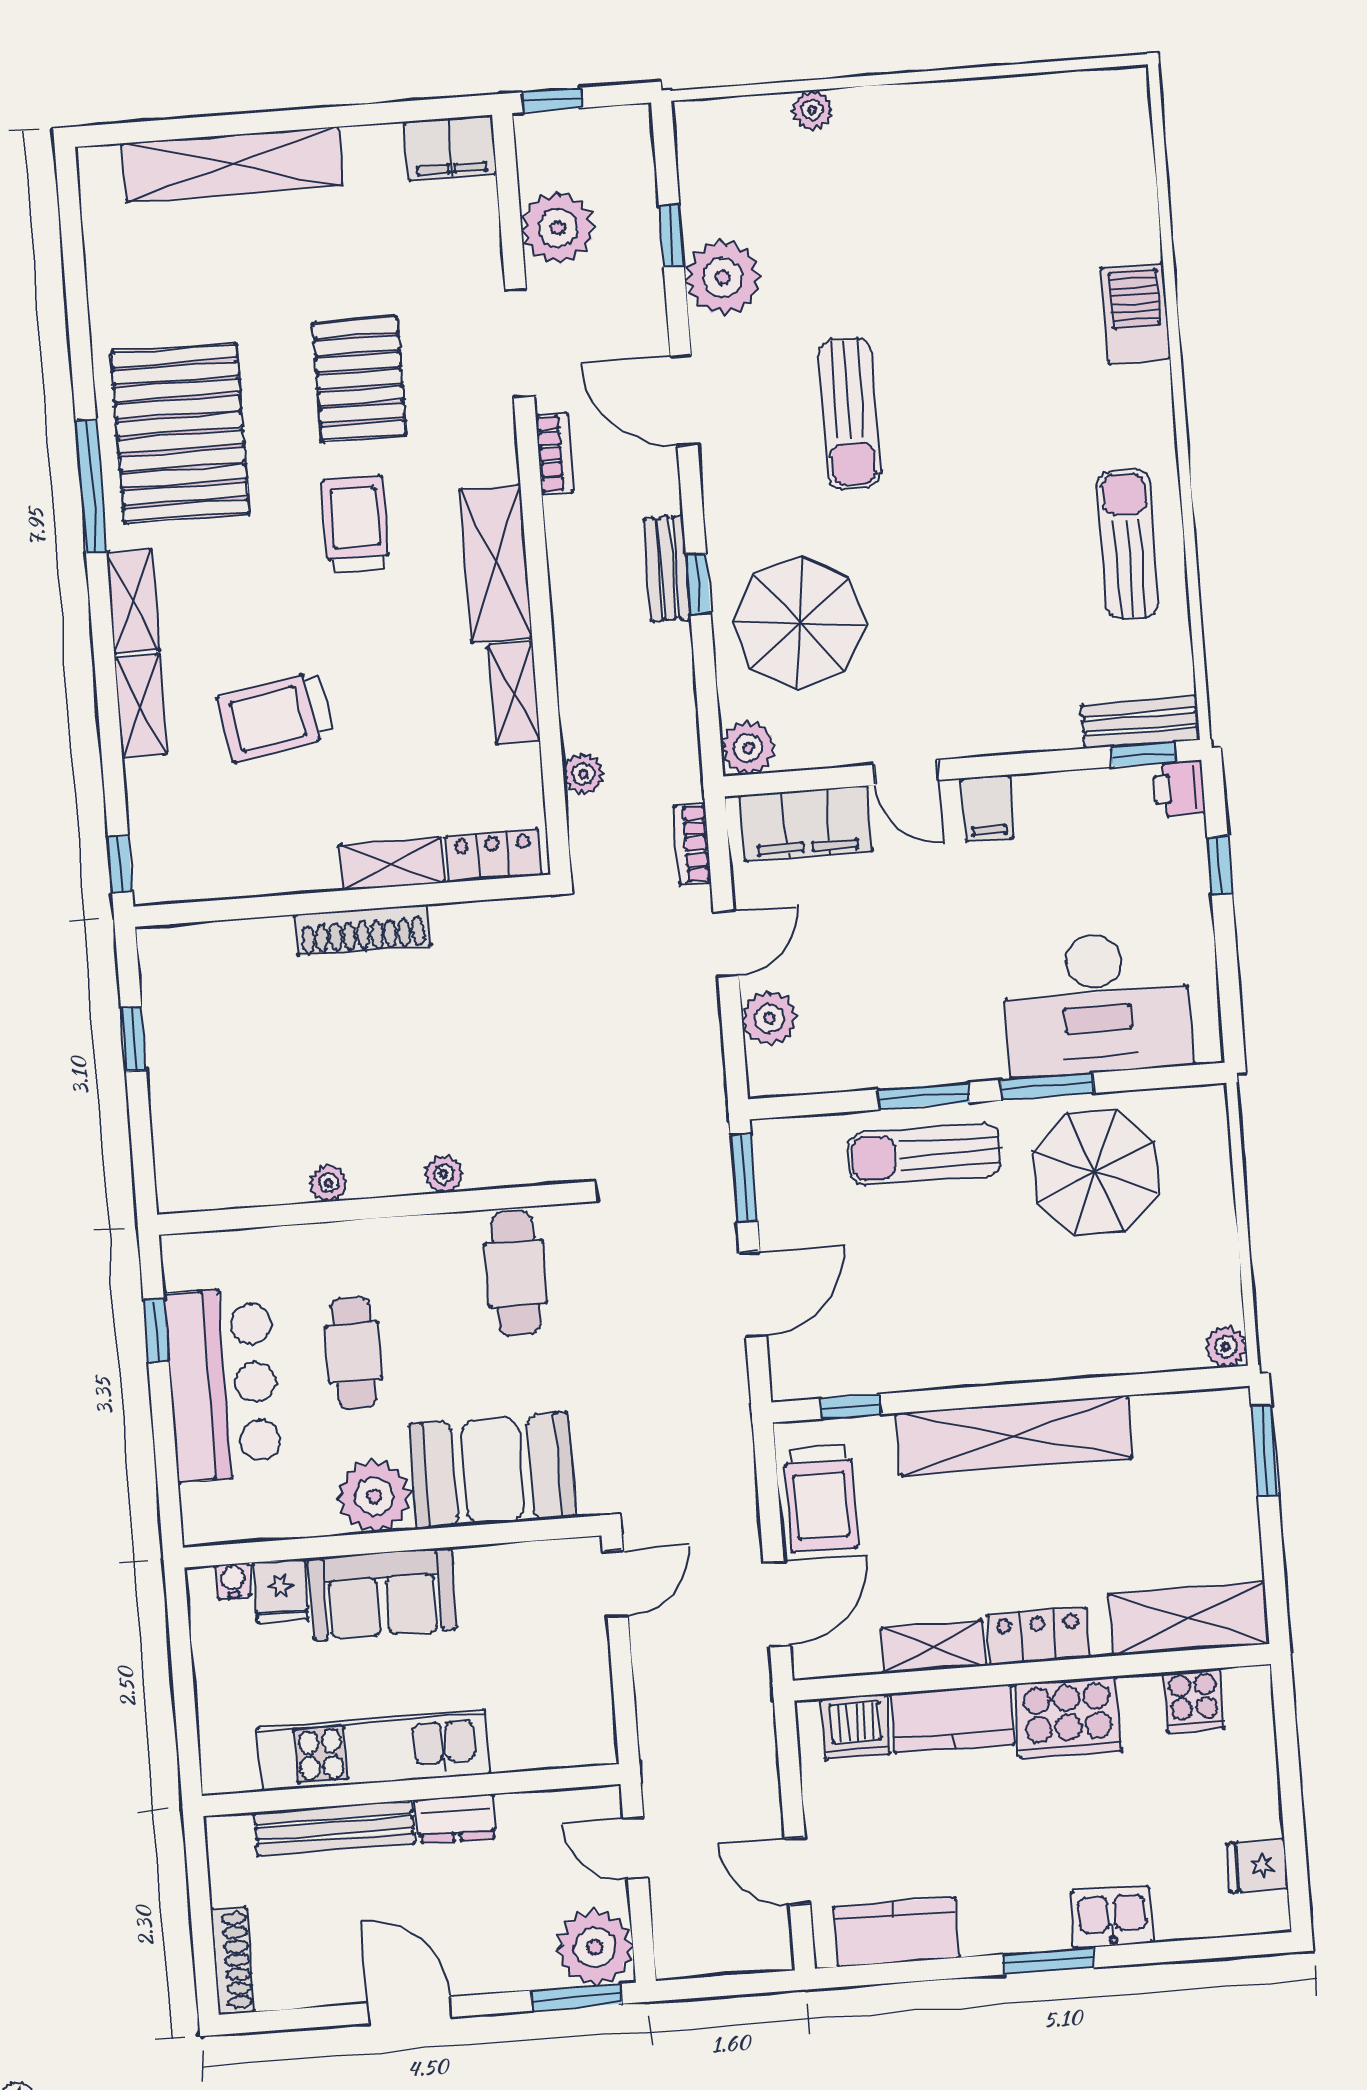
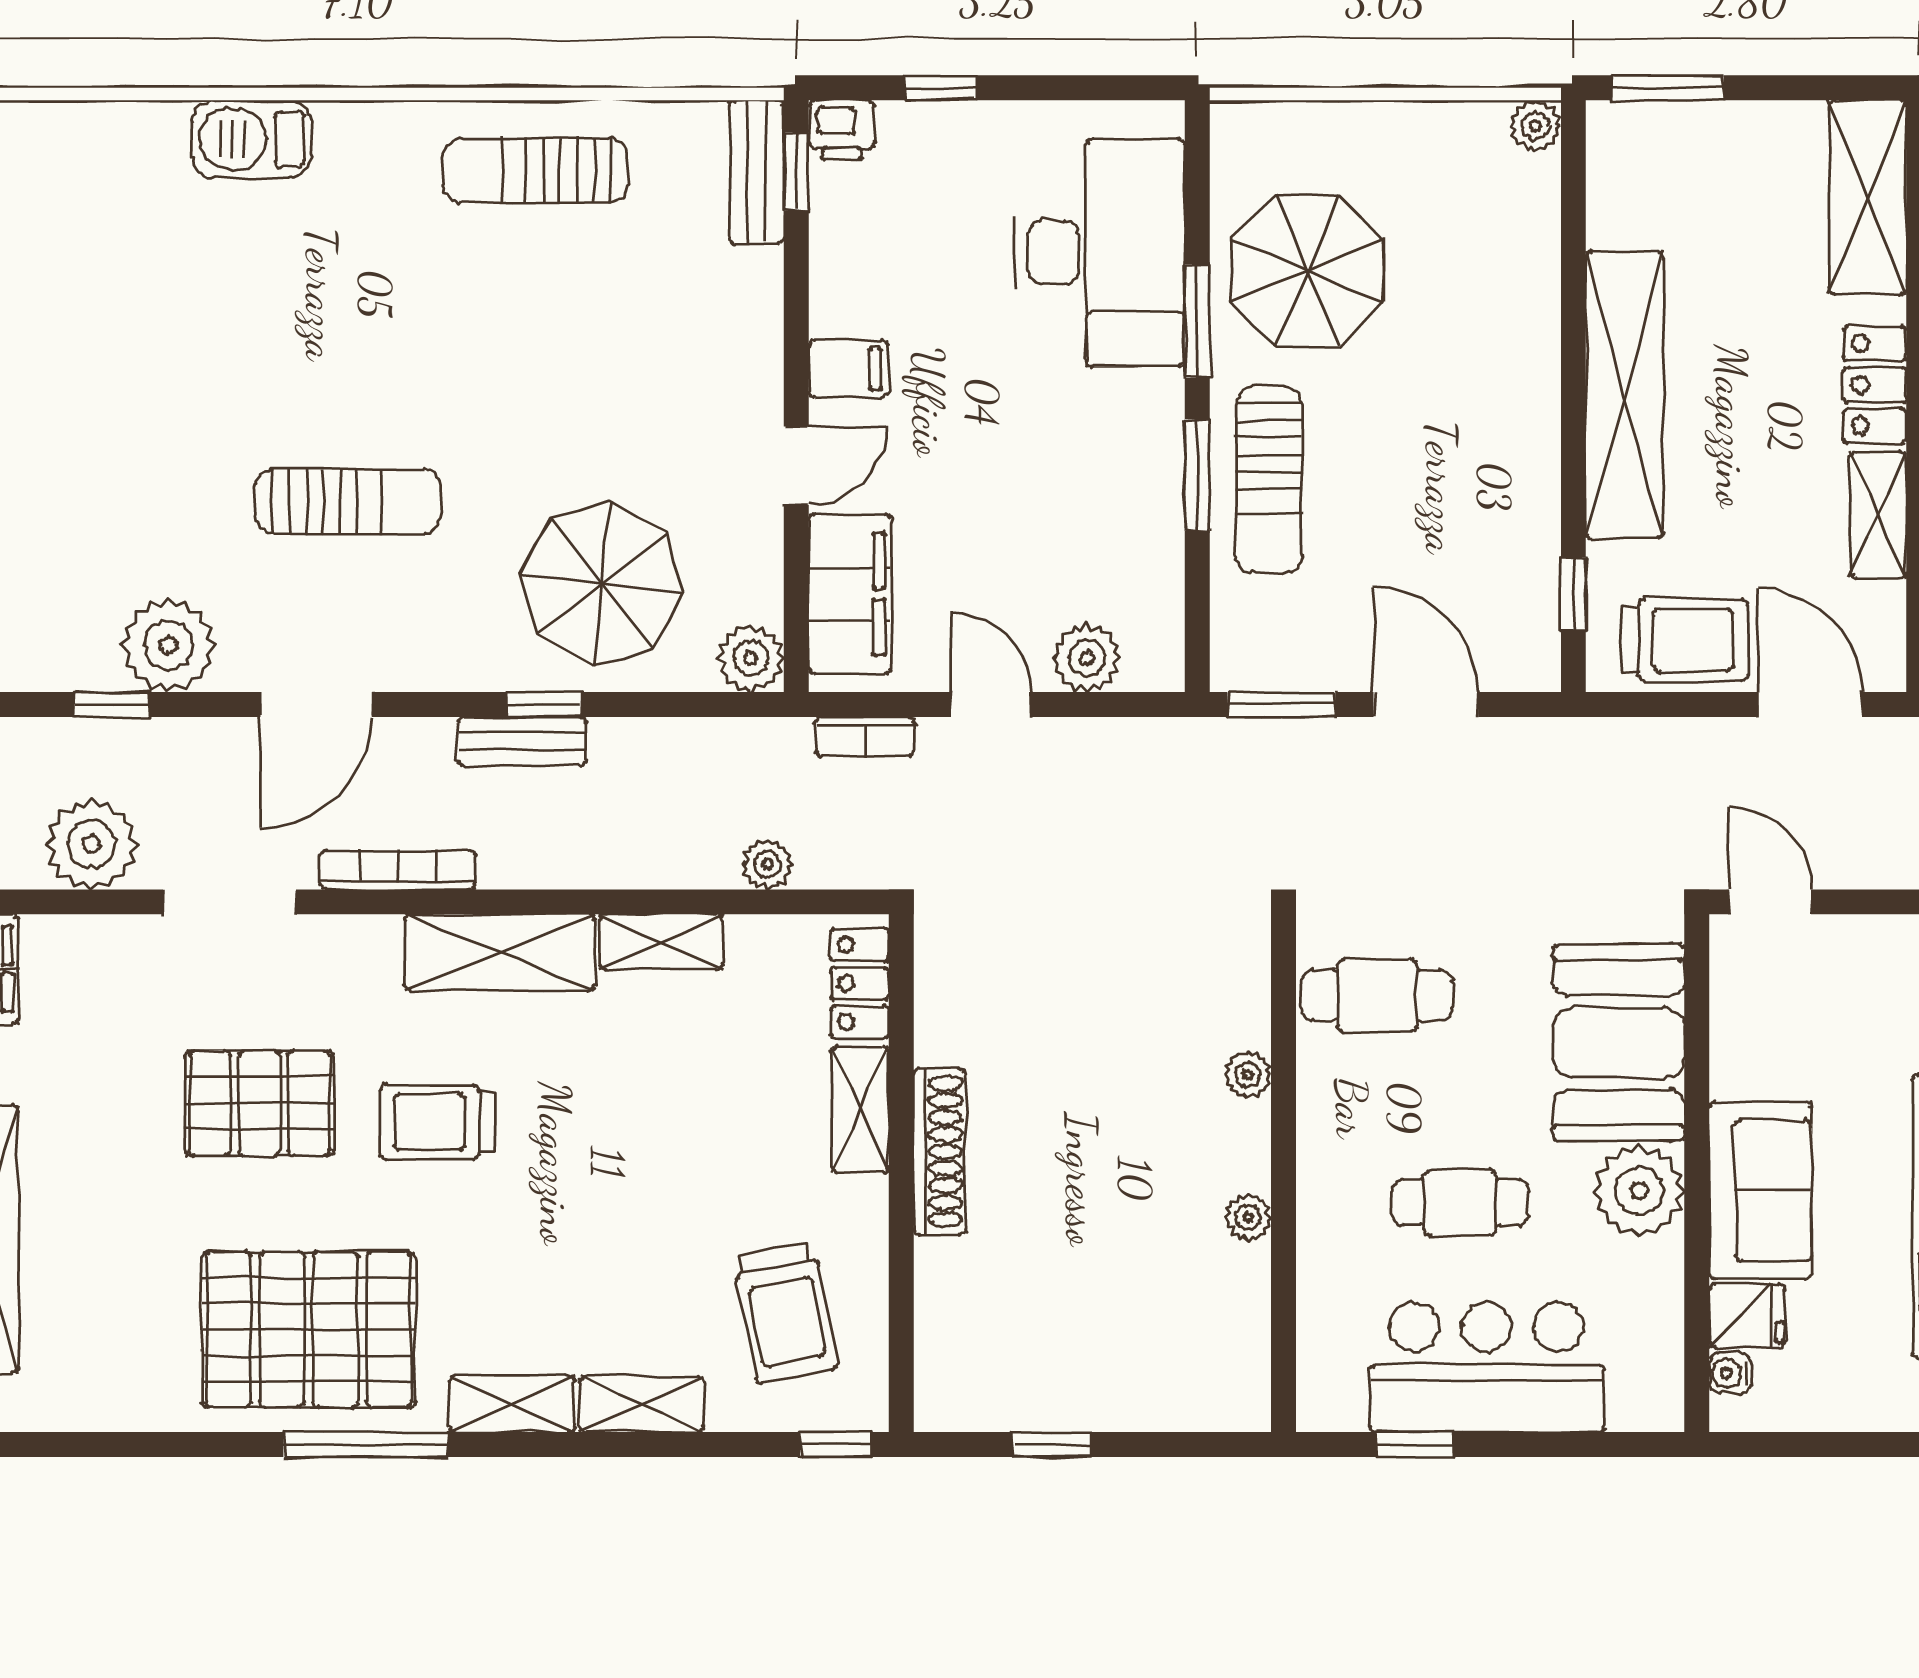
bookcase: (554, 454) -> (398, 870), width x1.56
trolley: (275, 717) -> (785, 1313), moved

